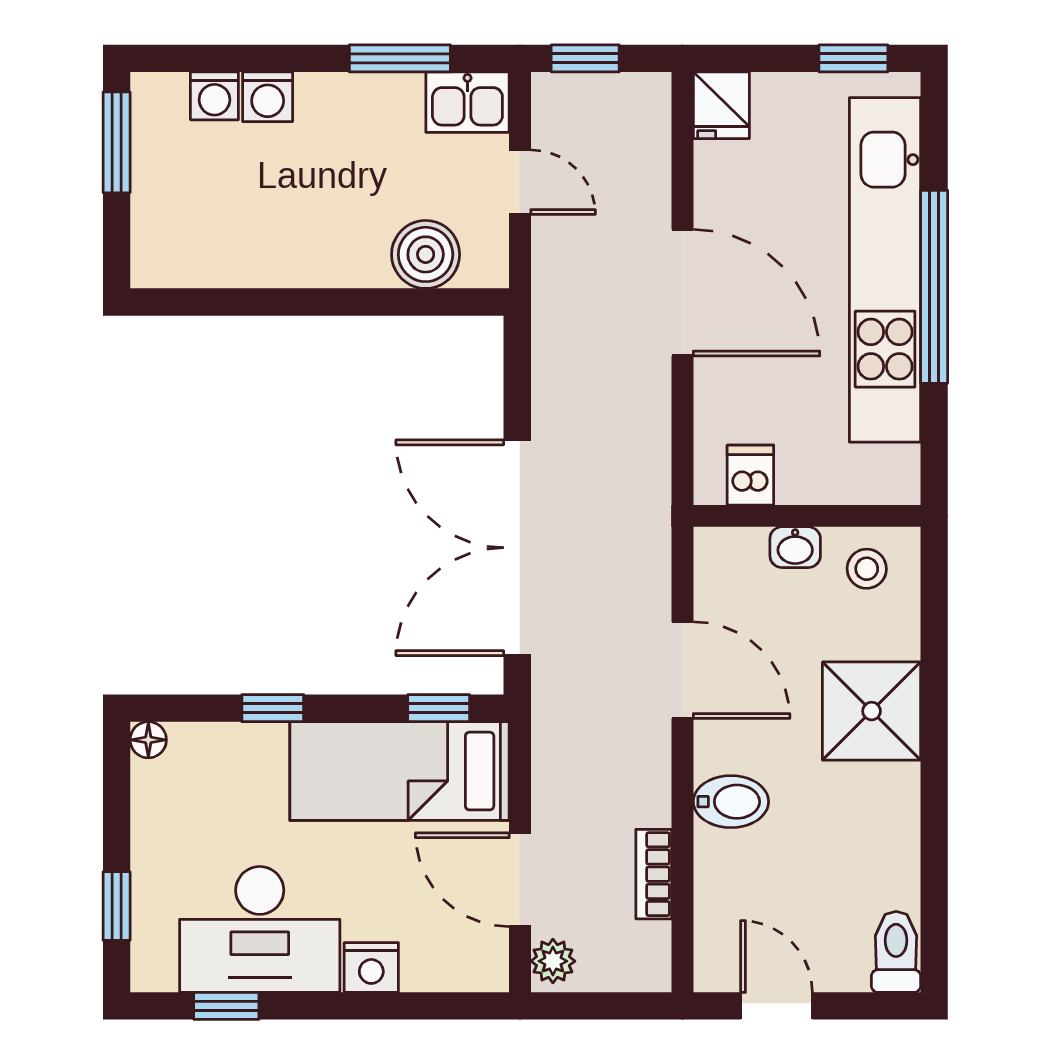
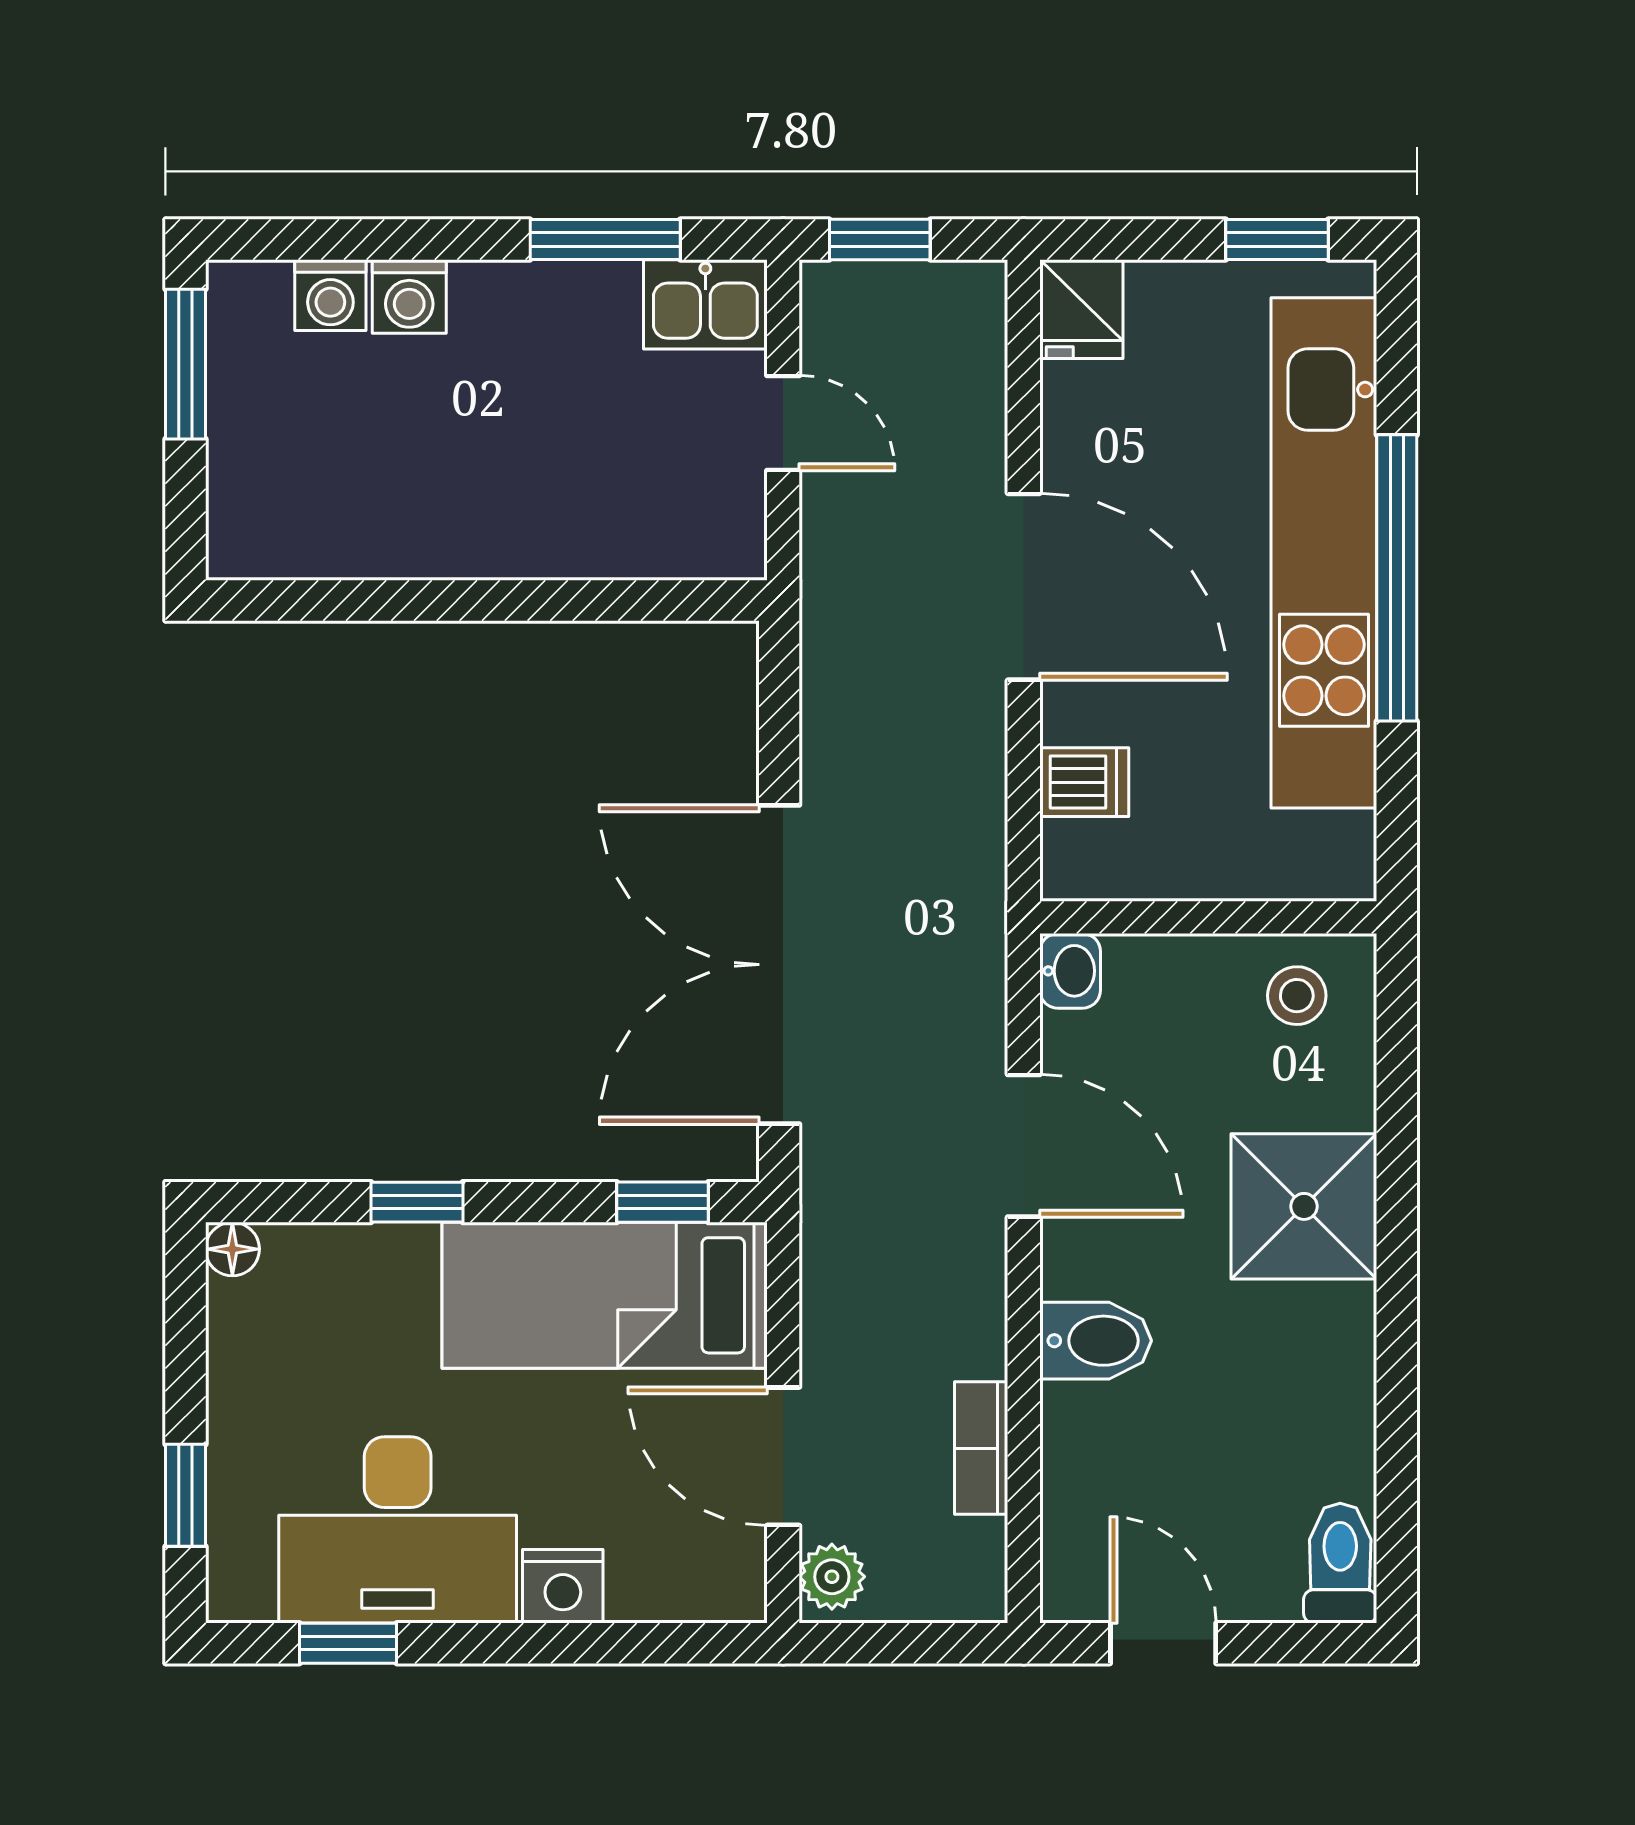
boiler: (426, 254) -> (643, 530), removed
dishwasher: (750, 475) -> (1084, 782), moved, turned 90
washbasin: (795, 547) -> (1070, 971), moved, turned -90

